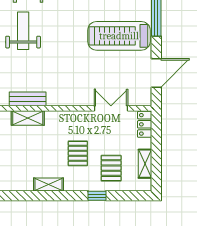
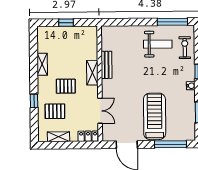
bench: (28, 99) -> (107, 65), moved
shelving: (28, 118) -> (92, 73), moved

